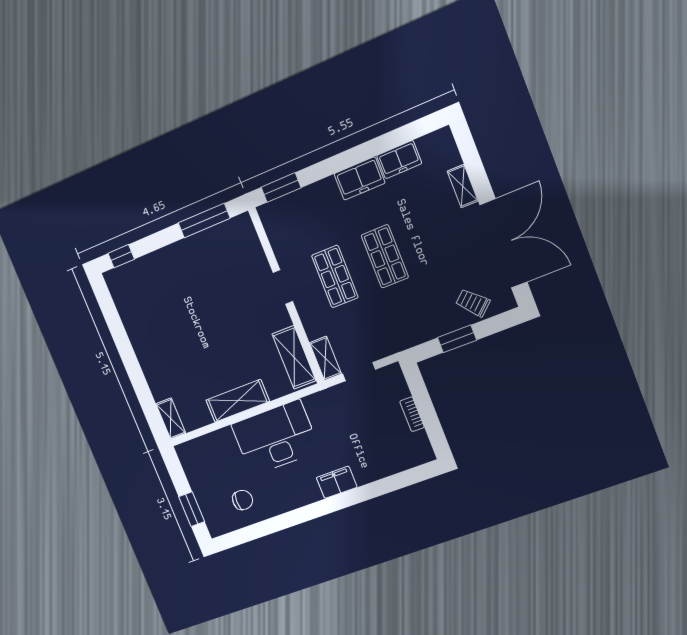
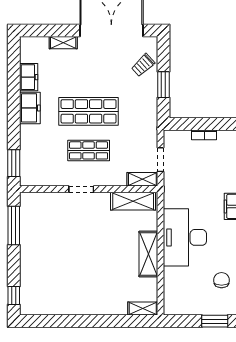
shop shelf: (385, 256) -> (89, 111), width x1.43, depth x1.36

